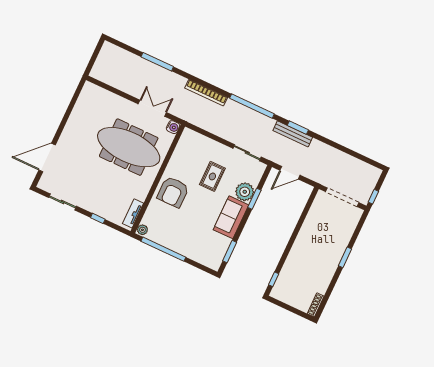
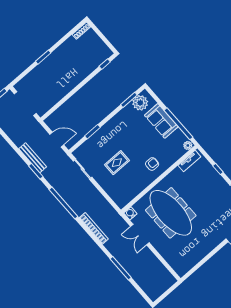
bench: (293, 134) -> (33, 158), moved
armchair: (173, 192) -> (152, 164), width x0.53, depth x0.53
plant: (245, 192) -> (140, 103), moved
sofa: (231, 217) -> (161, 121), moved, turned 90

